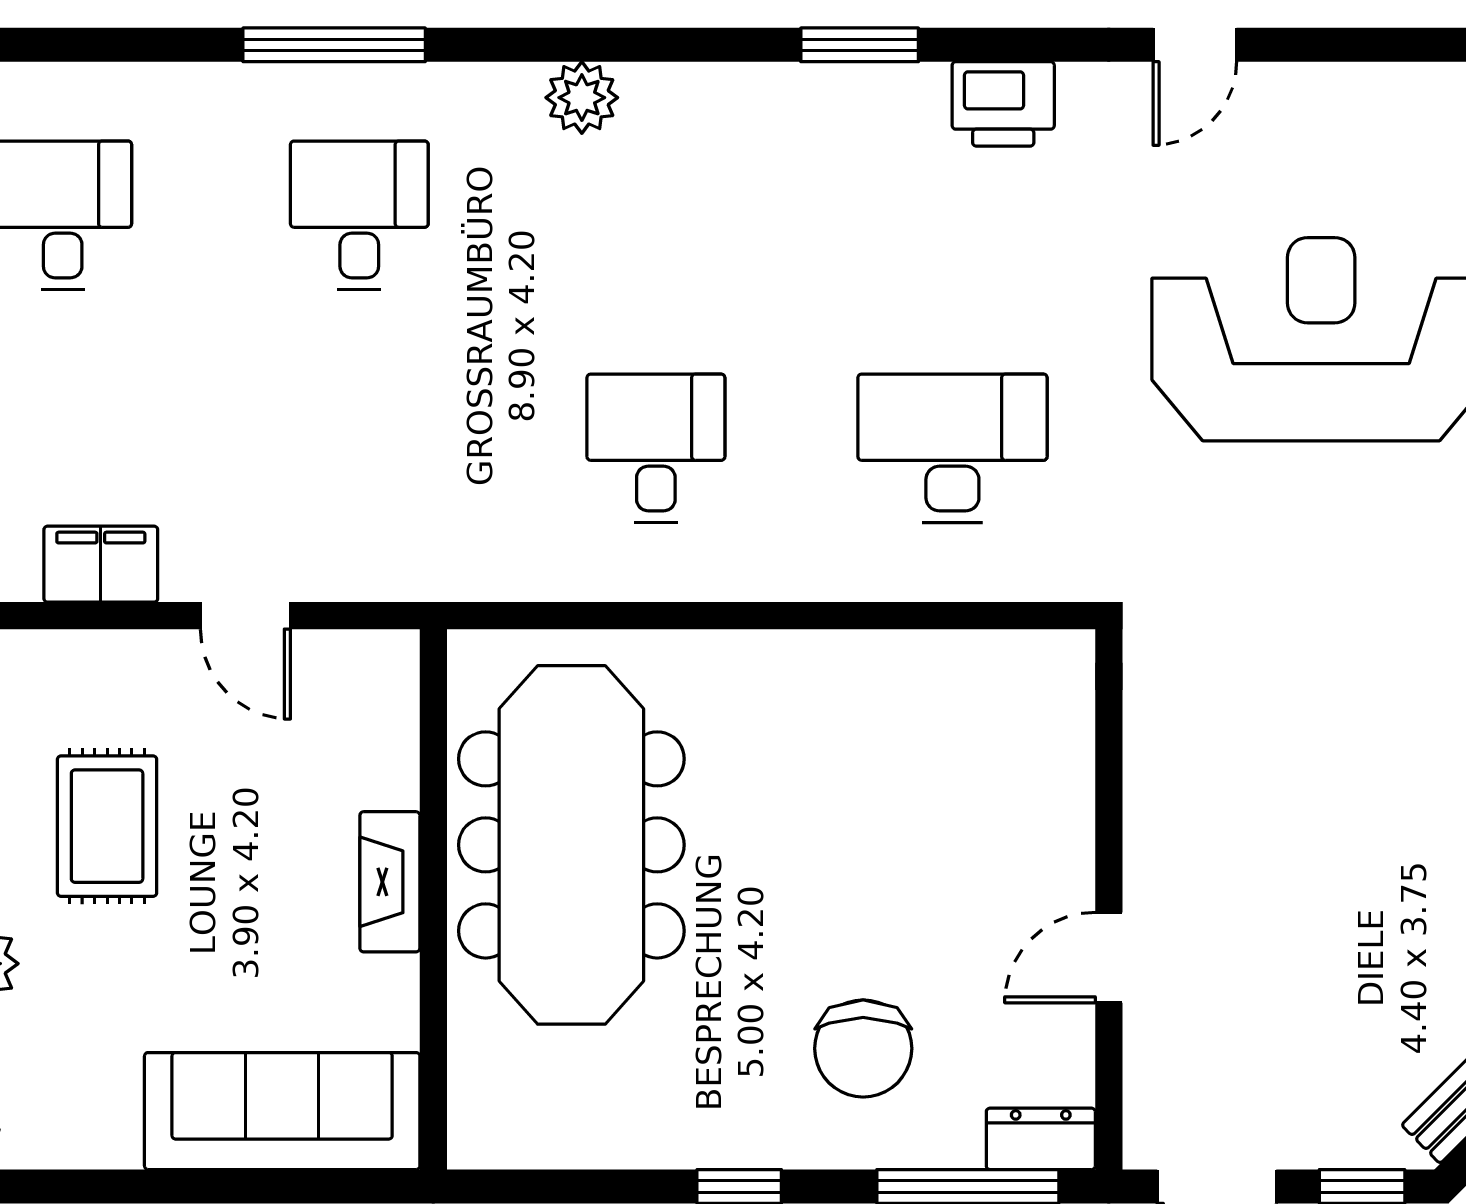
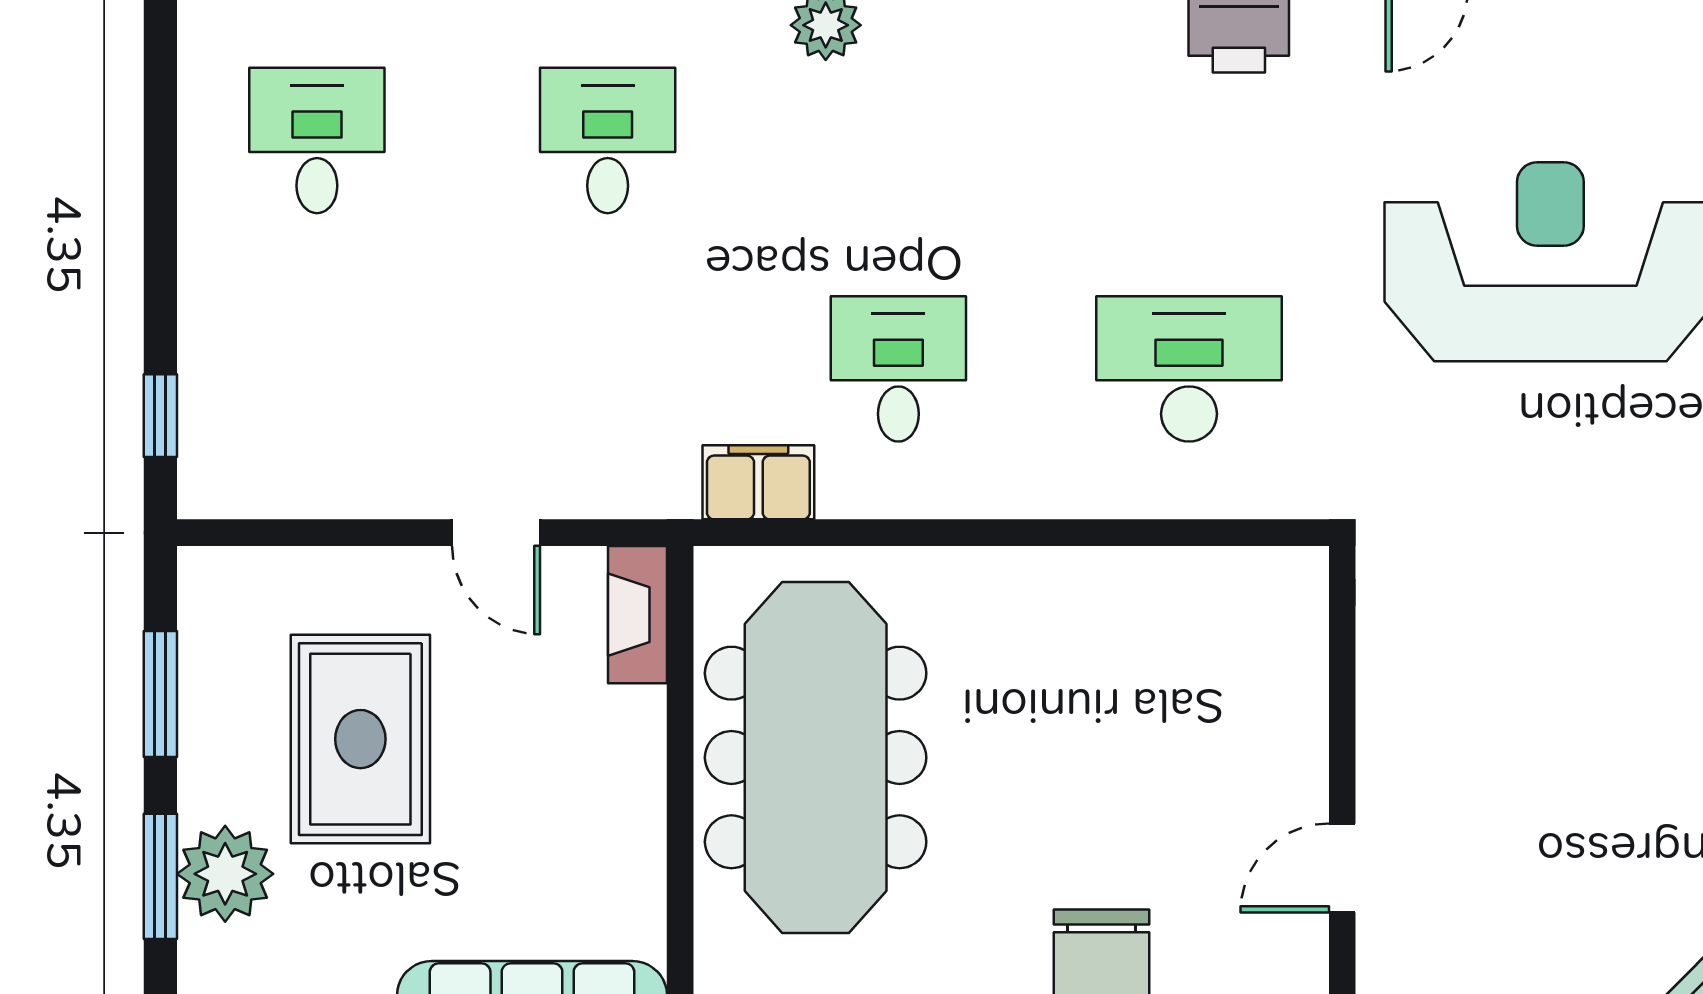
filing cabinet: (101, 564) -> (758, 482), moved
rug: (107, 826) -> (360, 739), width x1.36, depth x1.43
fireplace: (390, 882) -> (638, 615), moved

